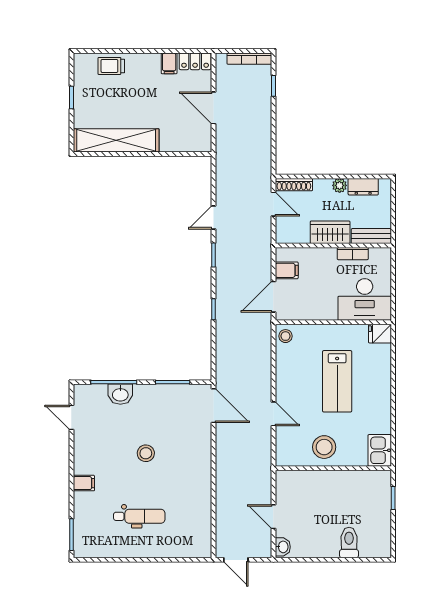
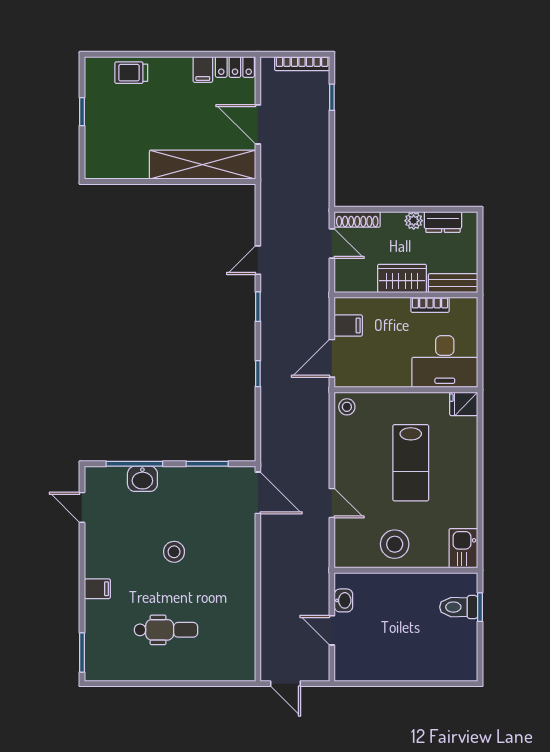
shelving: (116, 140) -> (203, 165), moved
toilet: (349, 543) -> (459, 607), moved, turned -90
washbasin: (283, 547) -> (343, 600), moved

